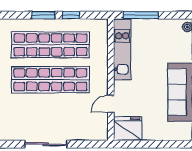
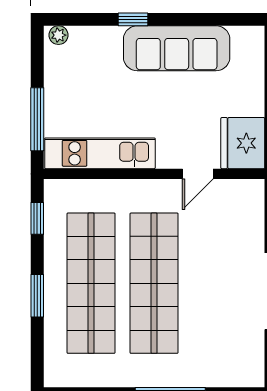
window: (71, 15) -> (37, 218), moved
door: (111, 104) -> (198, 174), hinge flipped

